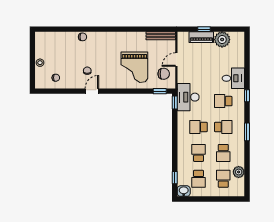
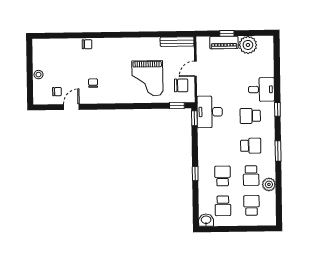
door: (92, 91) -> (71, 107), moved
school desk: (198, 127) -> (222, 146), removed
plant: (239, 172) -> (269, 184), moved
window: (175, 178) -> (195, 174), moved

